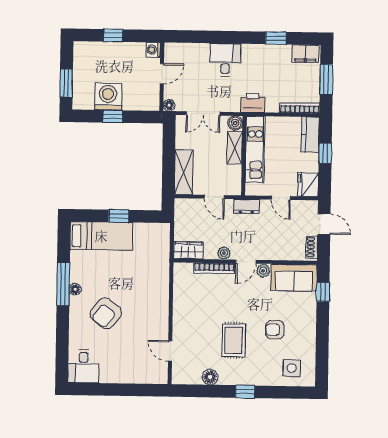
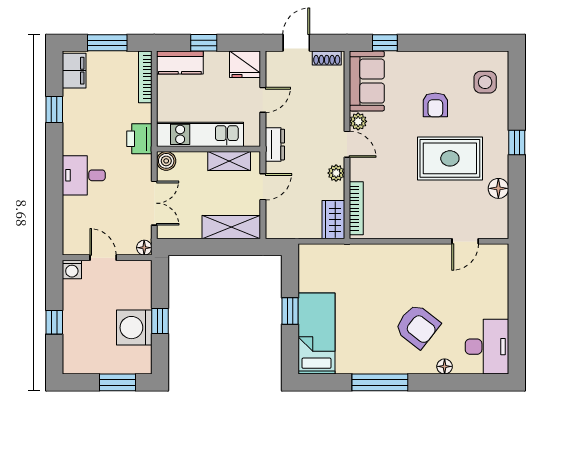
shelving: (235, 148) -> (229, 161), moved
bookcase: (214, 268) -> (356, 208), moved
floor lamp: (75, 289) -> (445, 366), moved
rug: (234, 340) -> (450, 158), width x1.36, depth x1.43
desk: (83, 366) -> (487, 347), width x1.37

